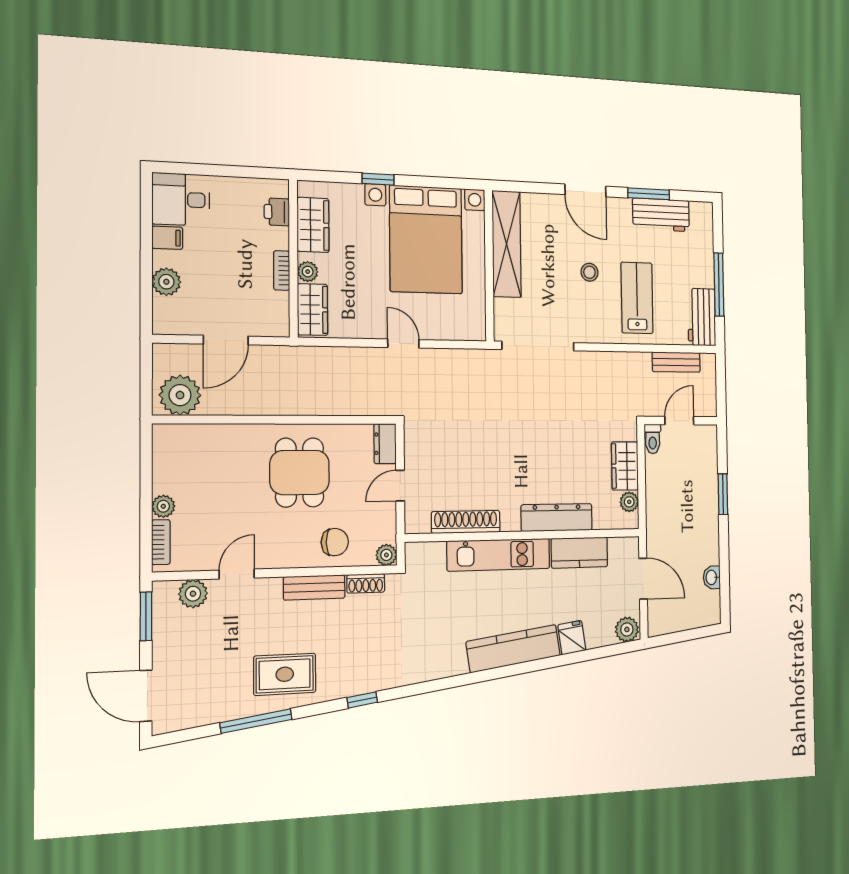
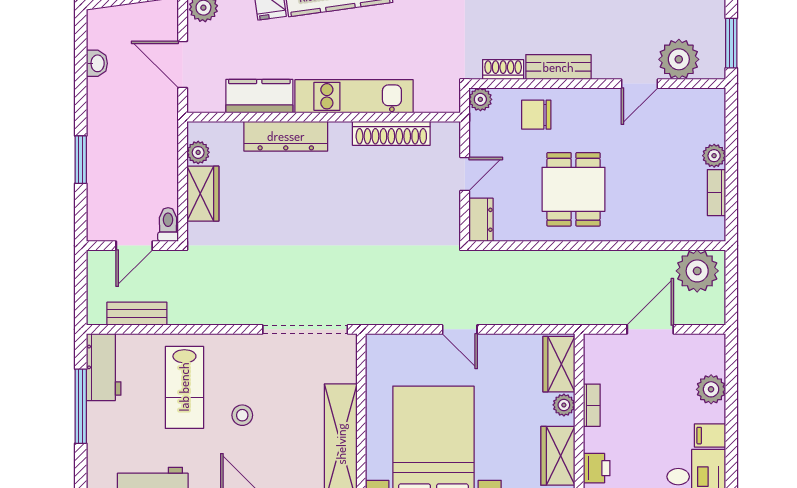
bookcase: (161, 542) -> (716, 193), moved
plant: (193, 594) -> (679, 59), width x1.36, depth x1.36

